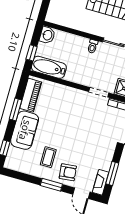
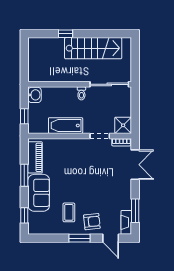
bathtub: (49, 67) -> (66, 126), moved

